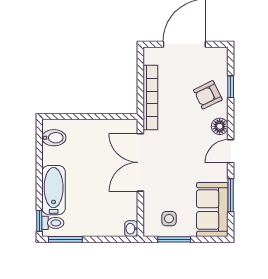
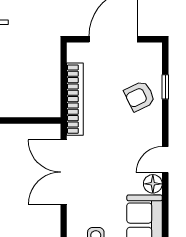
floor lamp: (220, 126) -> (153, 184), moved
window: (231, 195) -> (165, 209), removed

